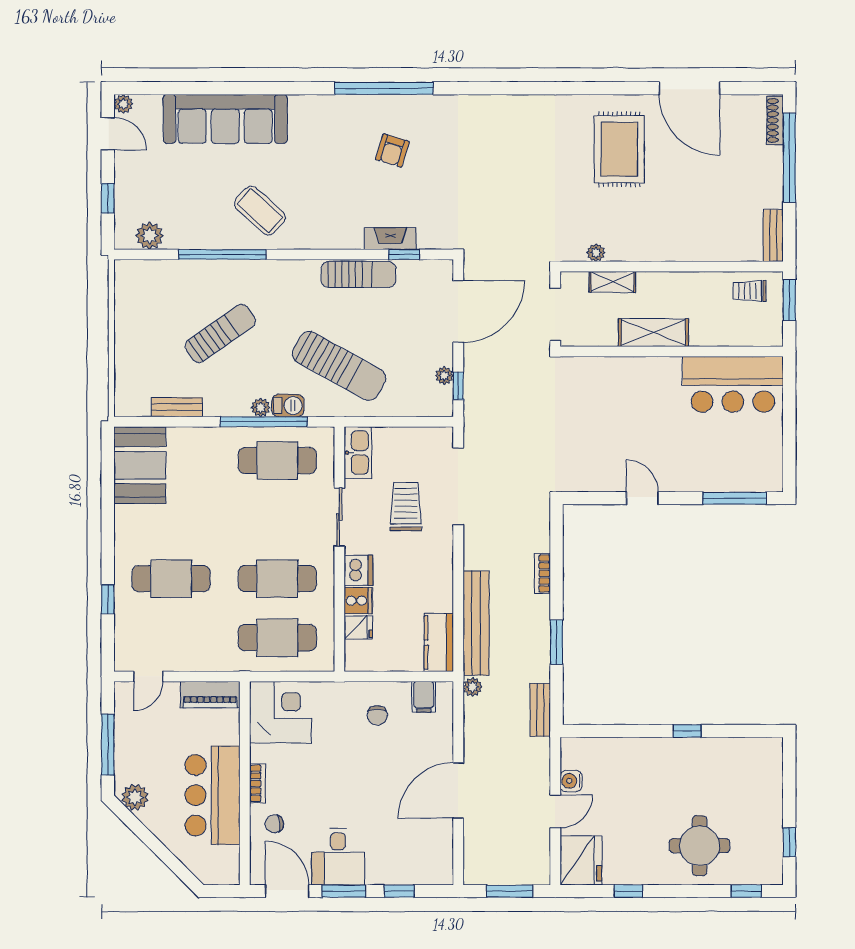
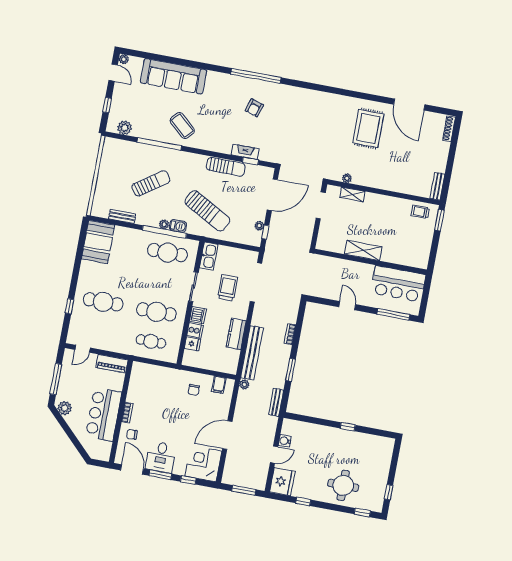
window: (789, 158) -> (453, 149), removed
shelving: (653, 333) -> (363, 250), moved
wall: (672, 351) -> (371, 262), moved
bar counter: (733, 384) -> (398, 284), moved
cafe table: (277, 638) -> (151, 341), width x0.73, depth x0.74
kitchen counter: (439, 643) -> (236, 334), moved
corner desk: (281, 712) -> (203, 464), moved, turned -90

